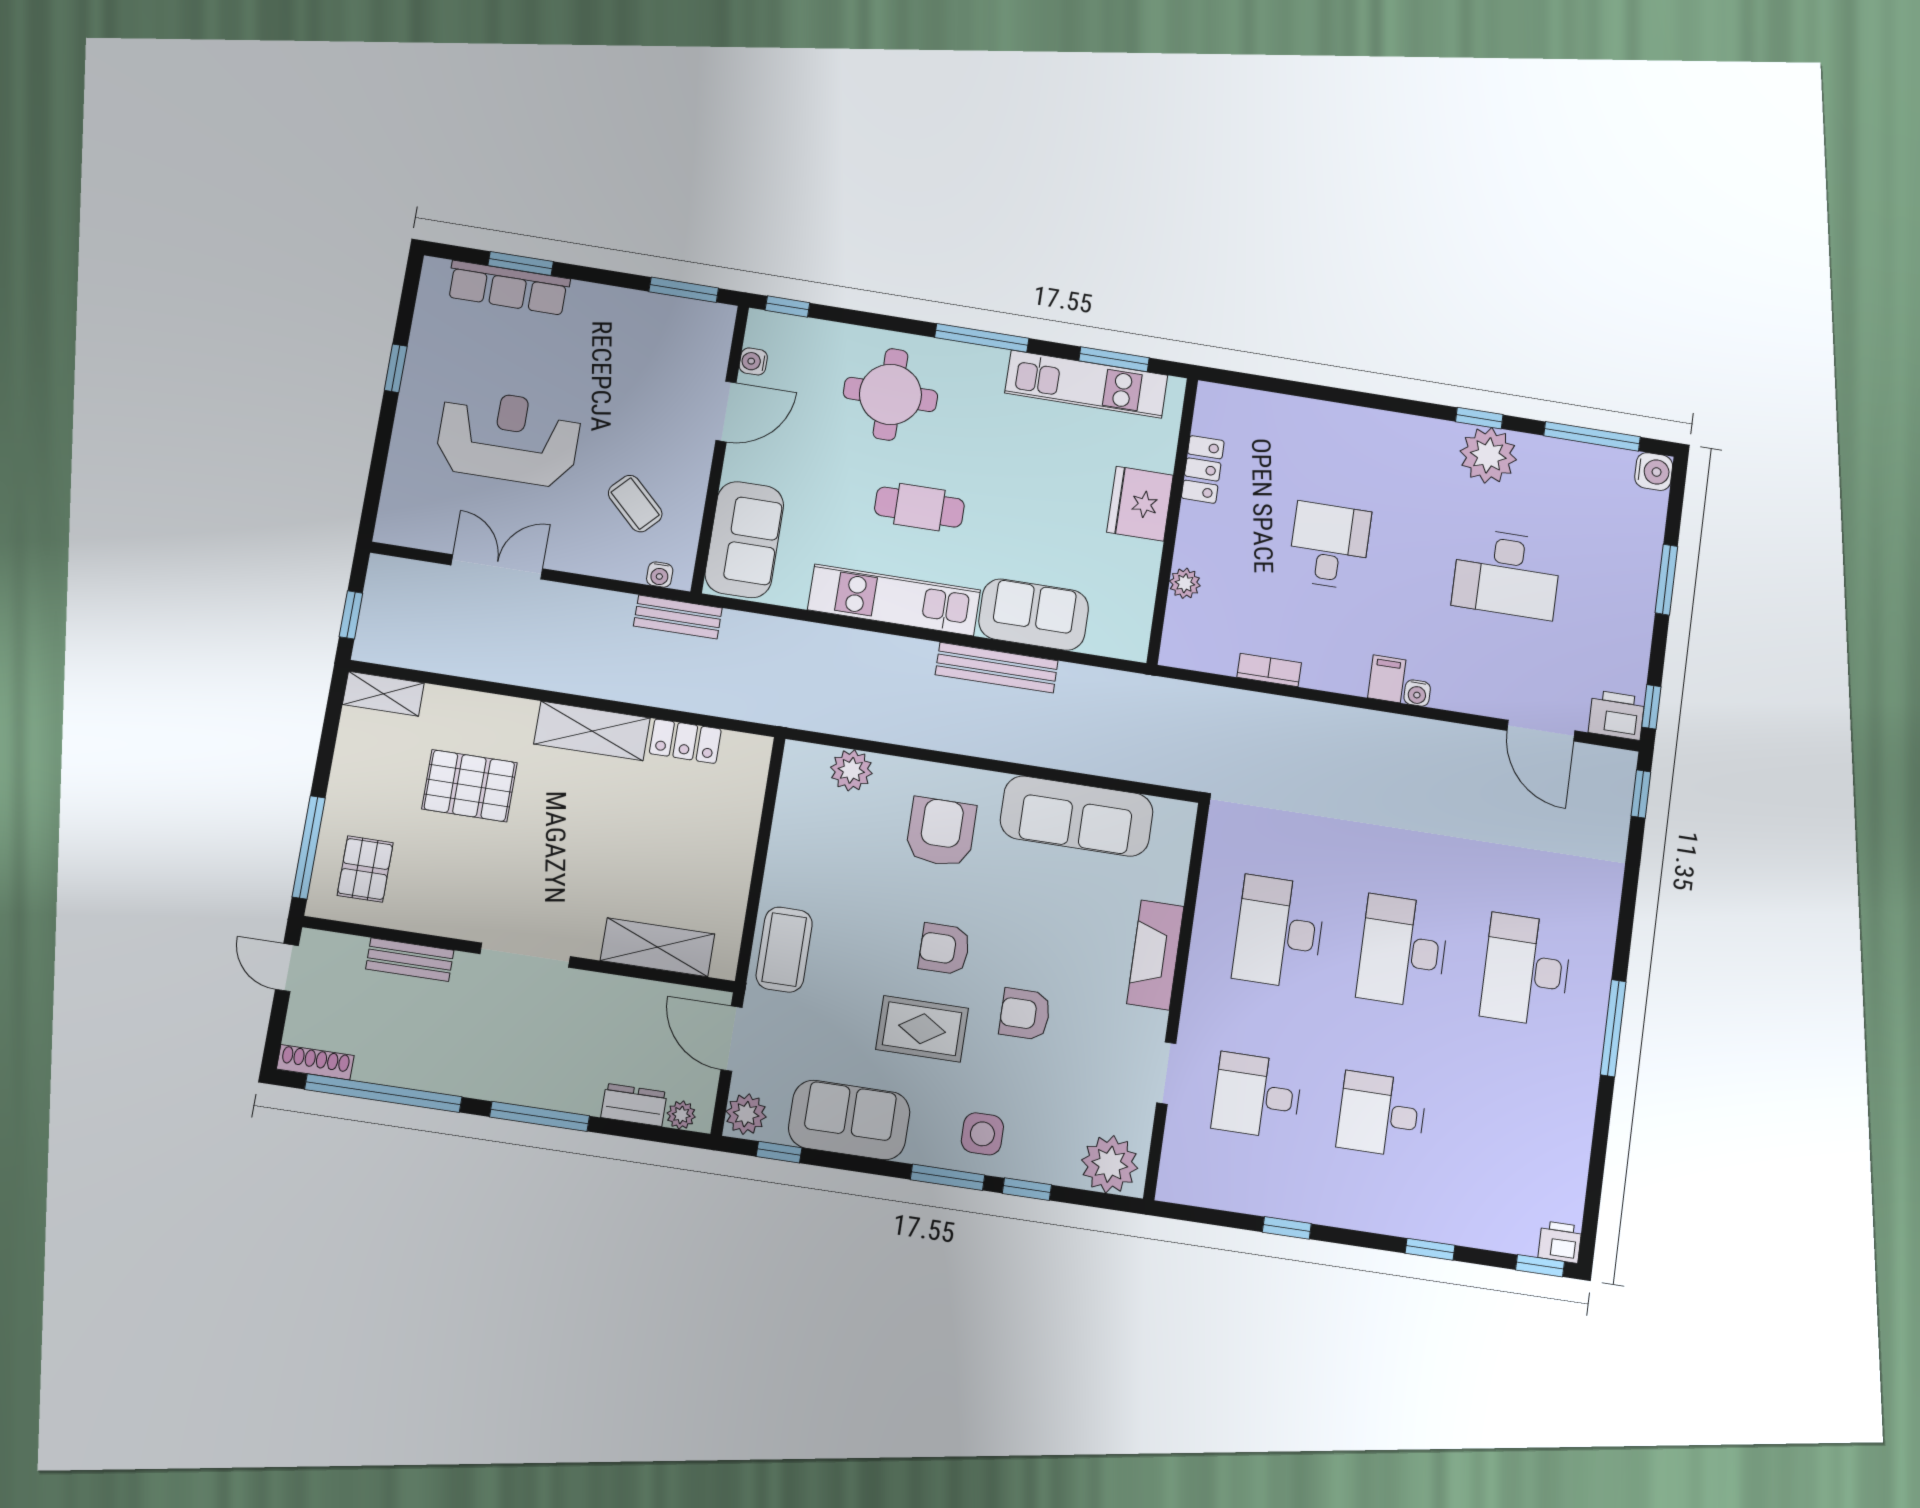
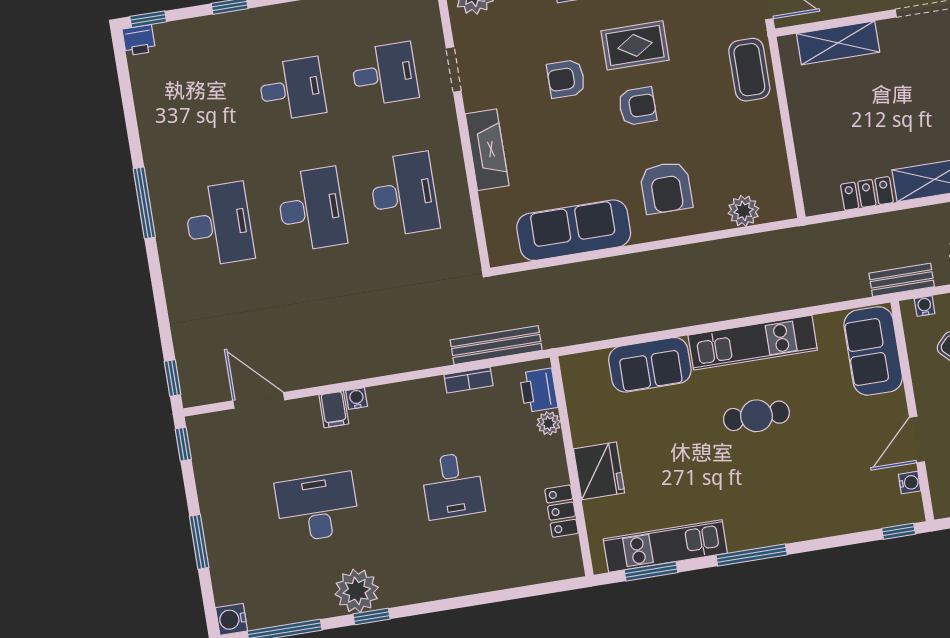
round table: (890, 394) -> (804, 491), removed
bench: (997, 668) -> (496, 345), moved
filing cabinet: (1387, 679) -> (334, 409), moved
printer: (1617, 715) -> (539, 390), moved, turned 90
armchair: (1025, 1014) -> (566, 79), turned 180

